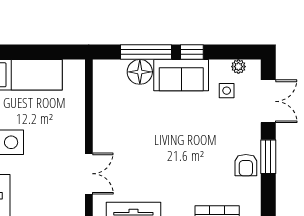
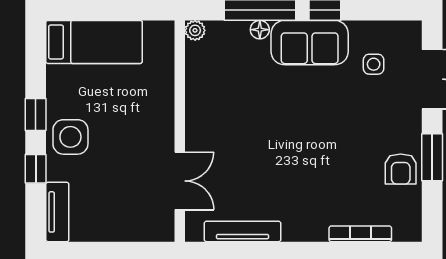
plant: (238, 67) -> (195, 30), moved
floor lamp: (140, 72) -> (260, 30), width x0.53, depth x0.53

